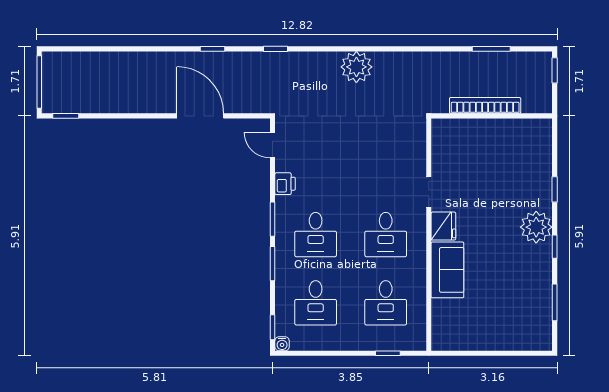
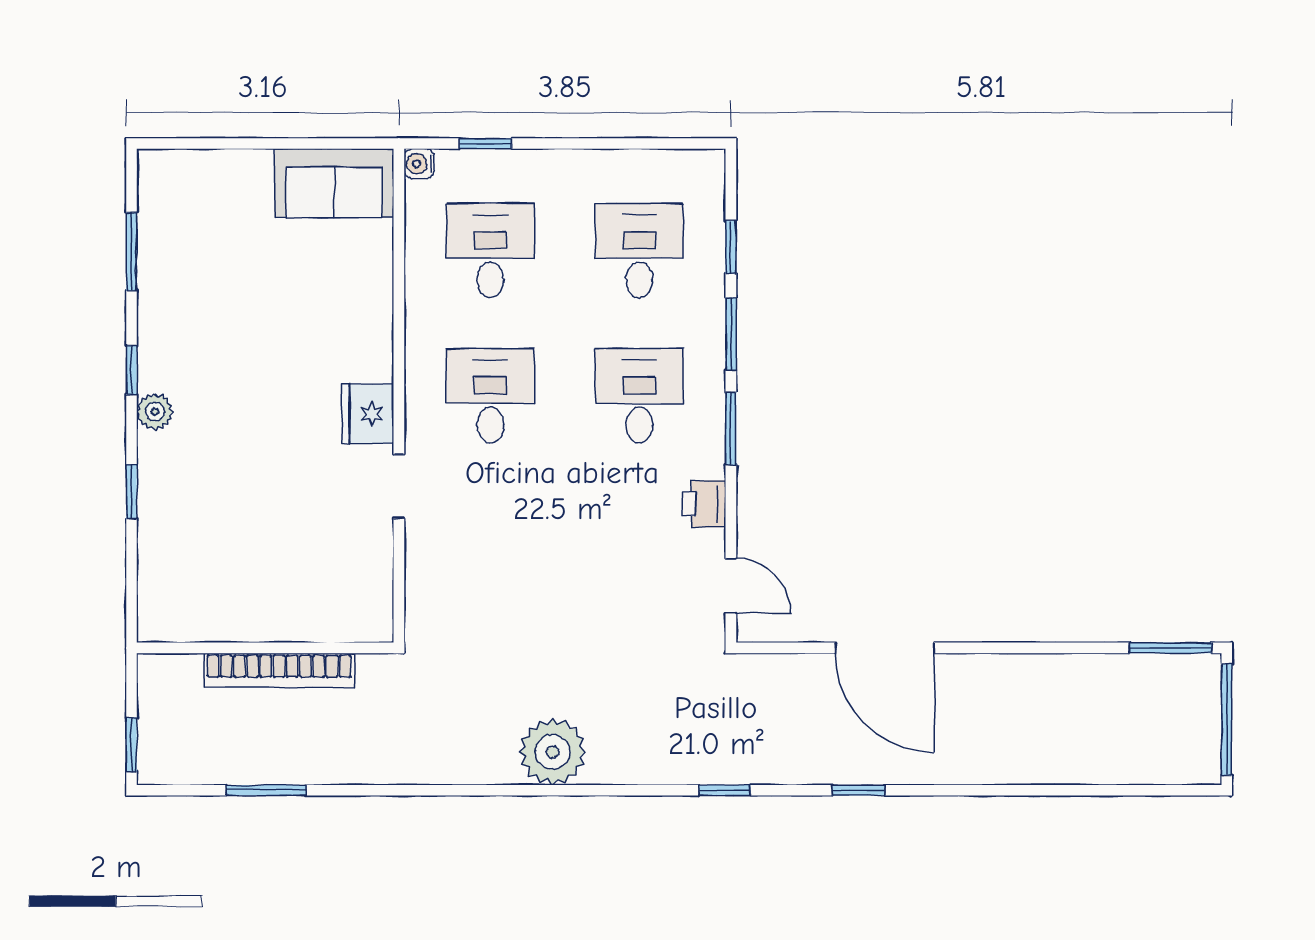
window: (66, 116) -> (1170, 648), width x1.50
plant: (536, 227) -> (155, 412), width x0.53, depth x0.53
sofa: (447, 270) -> (334, 183), moved, turned -90
window: (273, 327) -> (731, 247), moved
water cooler: (282, 344) -> (419, 164), moved, turned -90

